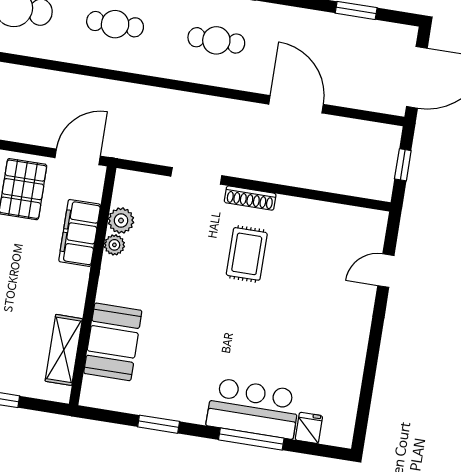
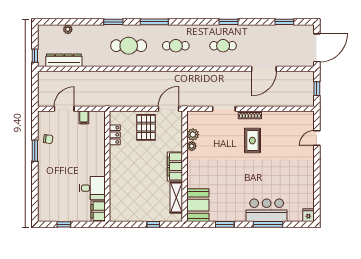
door: (296, 104) -> (264, 69), swing flipped
filing cabinet: (80, 233) -> (175, 166), moved
booth: (113, 342) -> (198, 205), moved
fridge: (309, 428) -> (308, 215), moved

